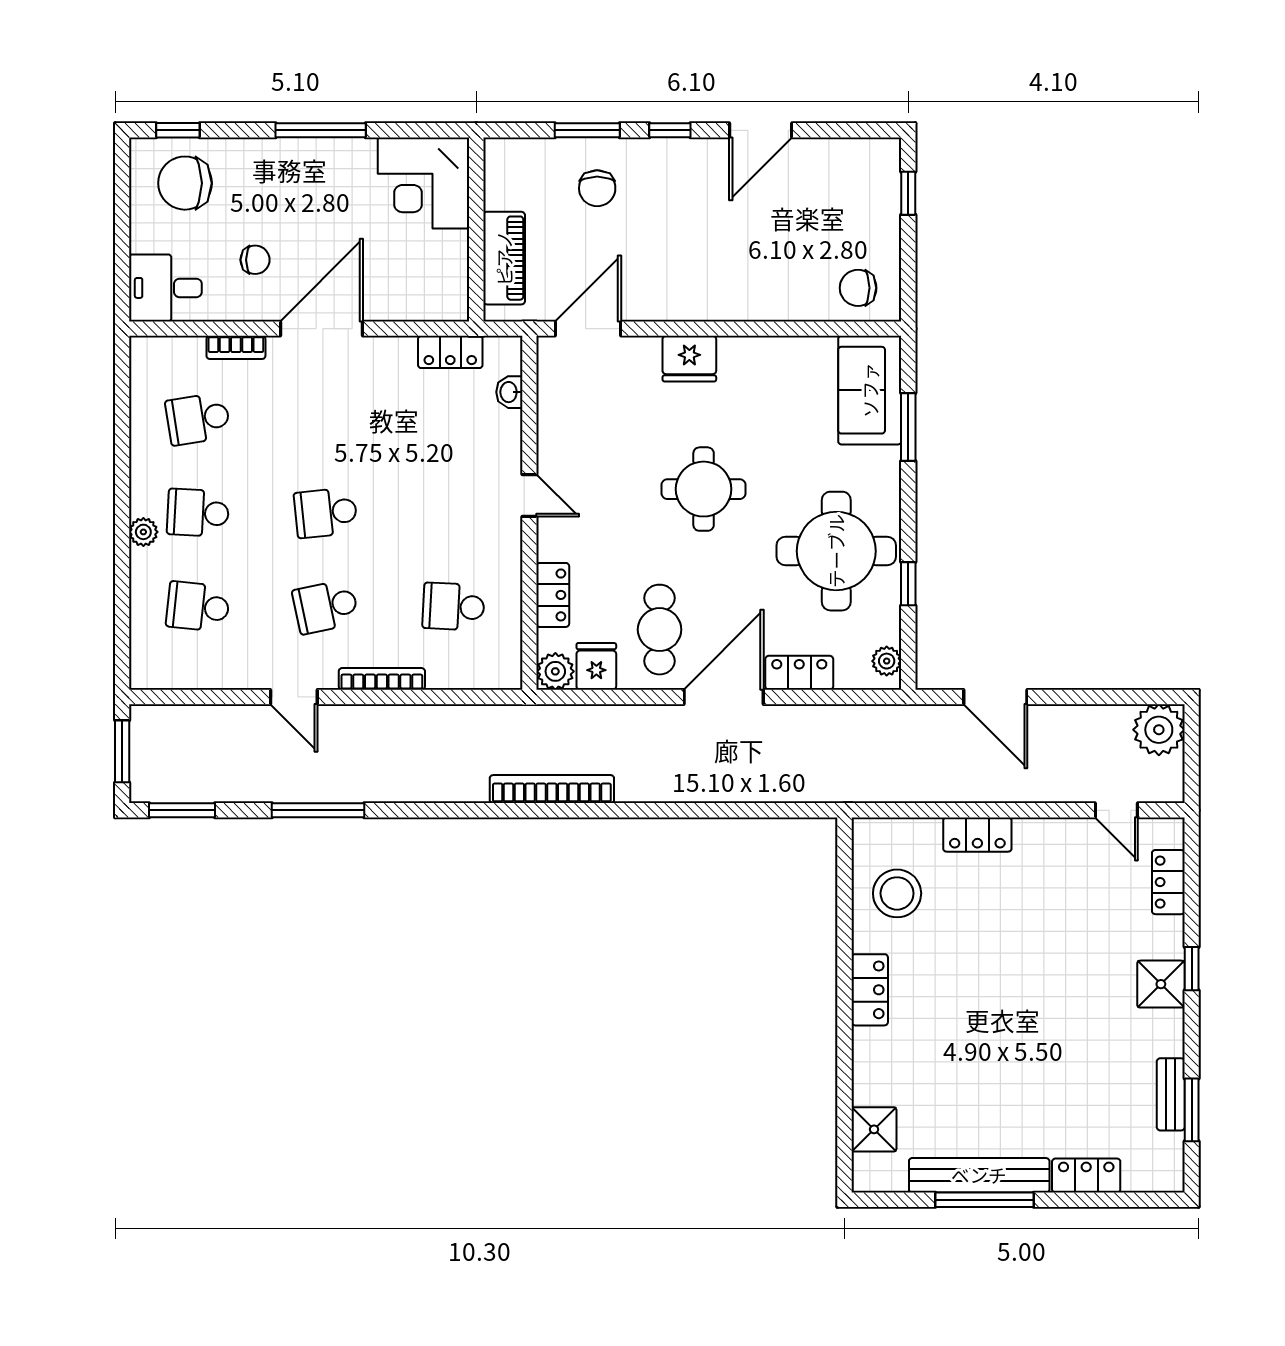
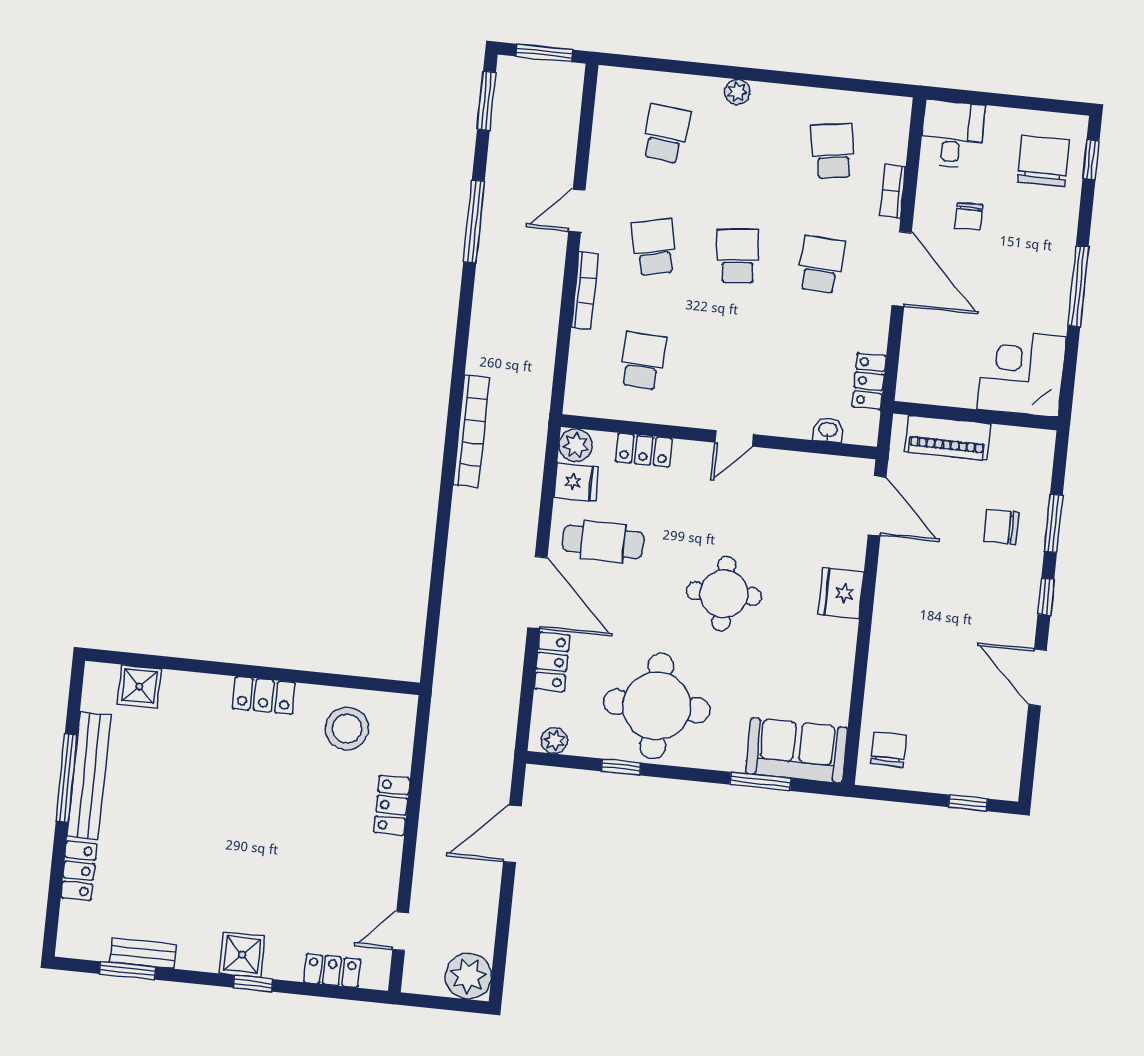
school desk: (198, 513) -> (821, 264), moved

